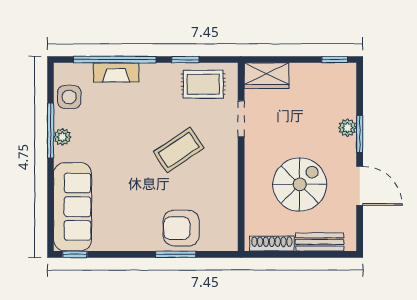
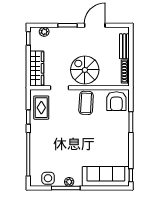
fireplace: (116, 72) -> (35, 154), removed
wardrobe: (267, 76) -> (37, 68), width x1.50
plant: (347, 128) -> (44, 32), moved
coffee table: (179, 150) -> (86, 103), moved, turned 37
spiral stairs: (300, 184) -> (85, 70), moved
armchair: (181, 228) -> (116, 101), moved

